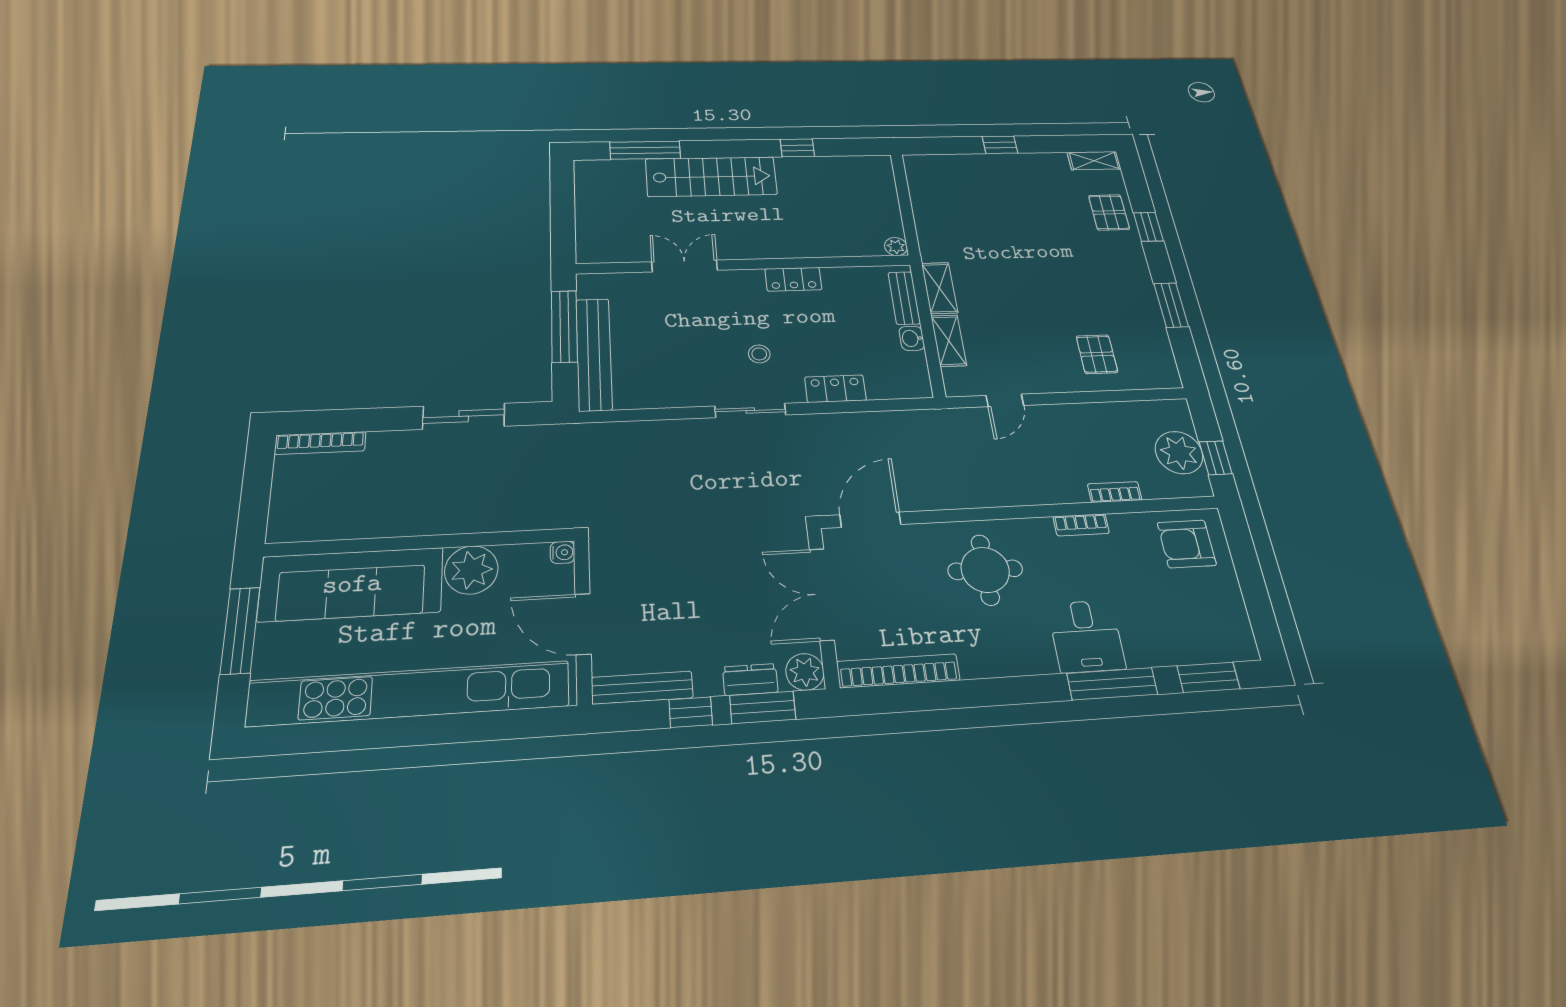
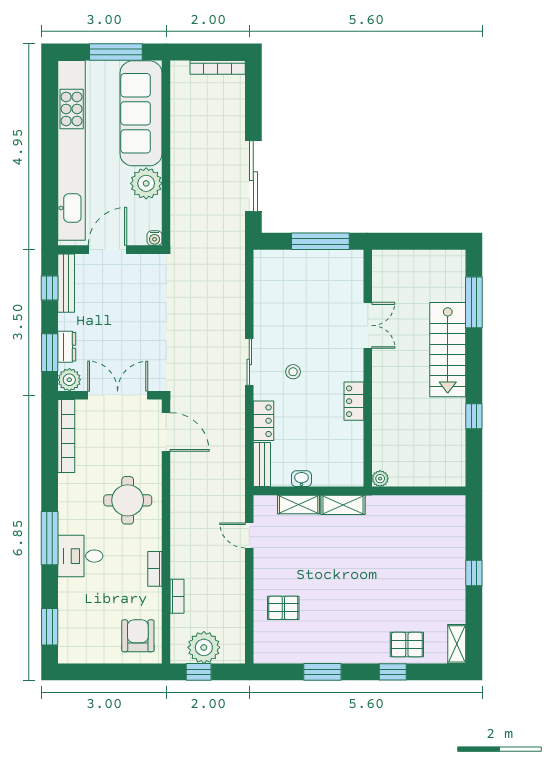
bench: (904, 298) -> (262, 465), moved, turned 90
bench: (594, 354) -> (298, 261), removed
sliding door: (464, 416) -> (253, 176), width x1.37
bookcase: (320, 443) -> (218, 67), moved, turned -90
window: (1112, 684) -> (50, 538), moved
window: (691, 712) -> (50, 288), moved

